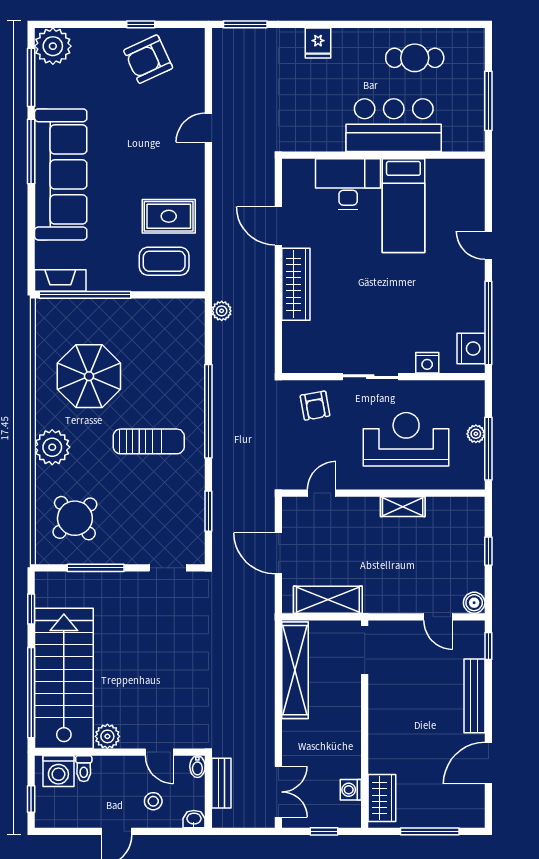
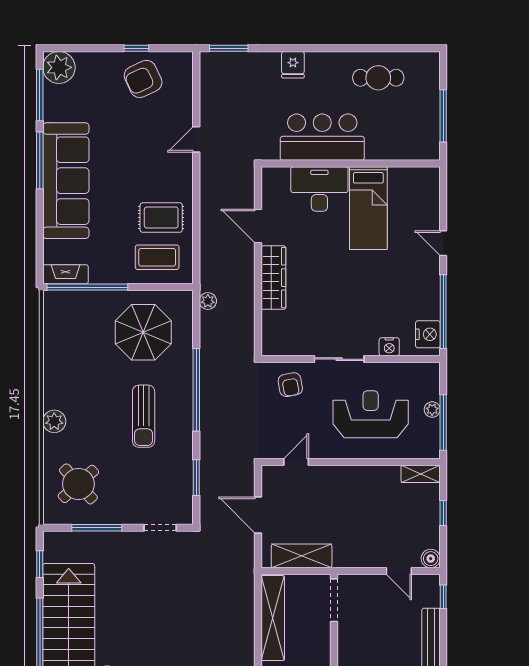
bar counter: (394, 125) -> (322, 137), moved
parasol: (89, 376) -> (143, 332), moved
sun lounger: (149, 441) -> (144, 416), turned 90
plant: (52, 447) -> (54, 421), width x0.73, depth x0.73
shelving: (403, 507) -> (421, 474), moved

